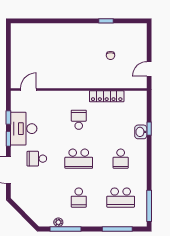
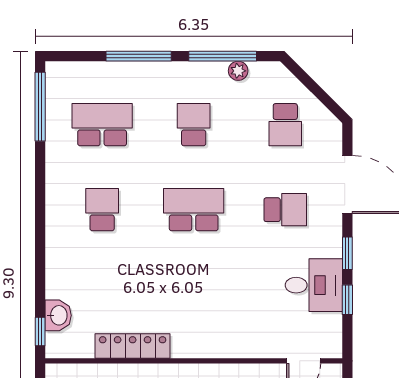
school desk: (79, 120) -> (285, 125), moved
desk: (24, 129) -> (314, 285), width x0.73
window: (149, 129) -> (40, 331), moved
washbasin: (141, 132) -> (58, 315), moved
window: (117, 229) -> (139, 56), moved

